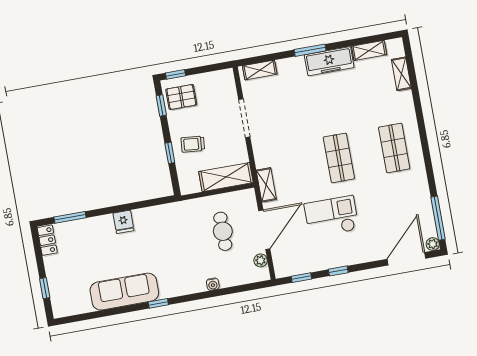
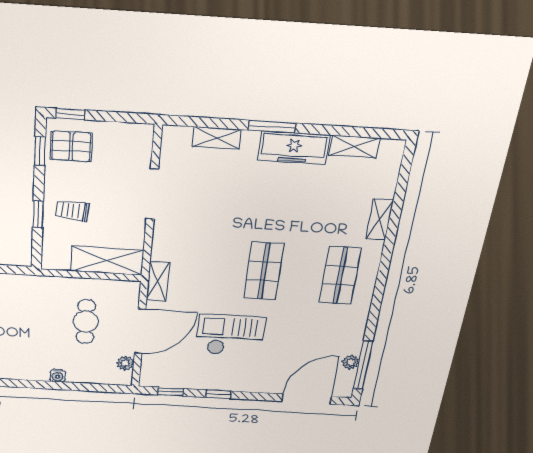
shelving: (260, 70) -> (217, 138), moved
shelving: (401, 74) -> (379, 220), moved
plant: (433, 244) -> (351, 362), moved

